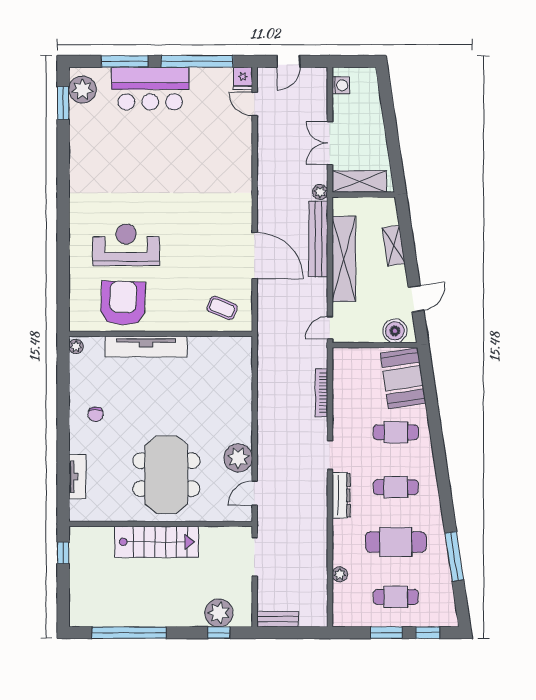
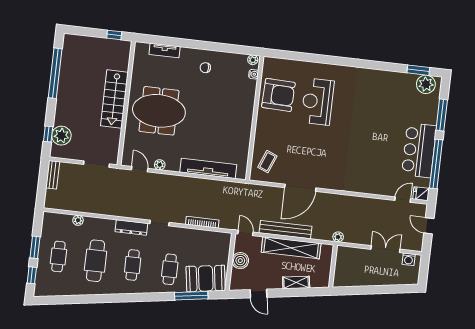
bar counter: (150, 89) -> (419, 150), moved
double door: (330, 143) -> (385, 249), moved
shelving: (359, 181) -> (342, 264), removed
bench: (318, 239) -> (286, 230), moved
reception desk: (126, 245) -> (318, 102), turned 180
boiler: (395, 331) -> (240, 261), moved
water cooler: (97, 343) -> (254, 74), added
tv unit: (146, 347) -> (208, 168), moved, turned 90
plant: (238, 458) -> (160, 165), width x0.53, depth x0.53
window: (454, 556) -> (191, 296), moved

